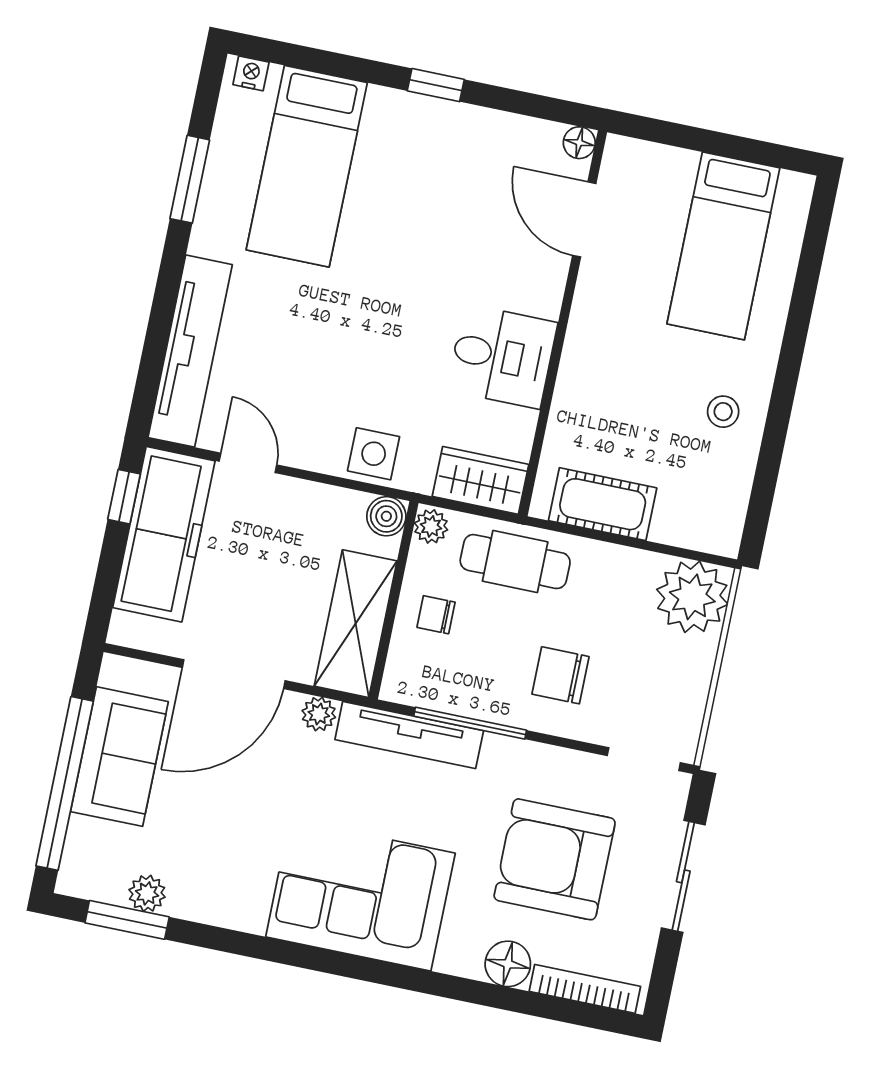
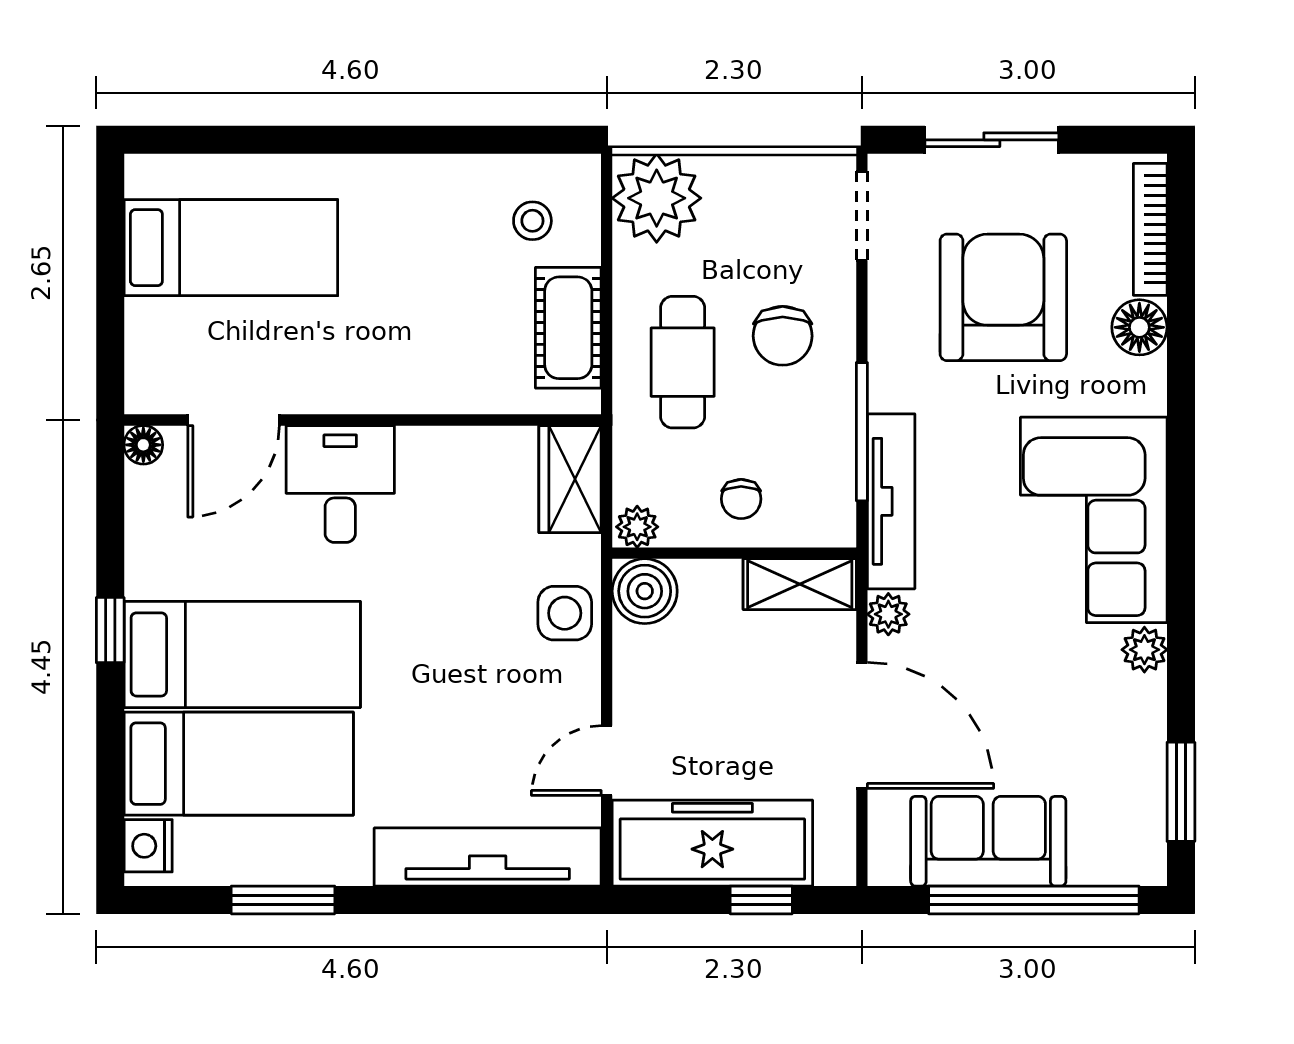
nightstand: (251, 73) -> (148, 846), width x1.39, depth x1.35
bed: (394, 187) -> (242, 654), added
desk: (502, 356) -> (340, 484), moved
stool: (723, 412) -> (532, 221), moved
window: (124, 497) -> (761, 900), moved
boiler: (386, 516) -> (645, 591), width x1.36, depth x1.36
cafe table: (515, 562) -> (683, 362), moved
shelving: (356, 624) -> (800, 584), width x0.67, depth x0.75
armchair: (555, 859) -> (1003, 297), turned 180
plant: (147, 893) -> (1144, 650), moved

